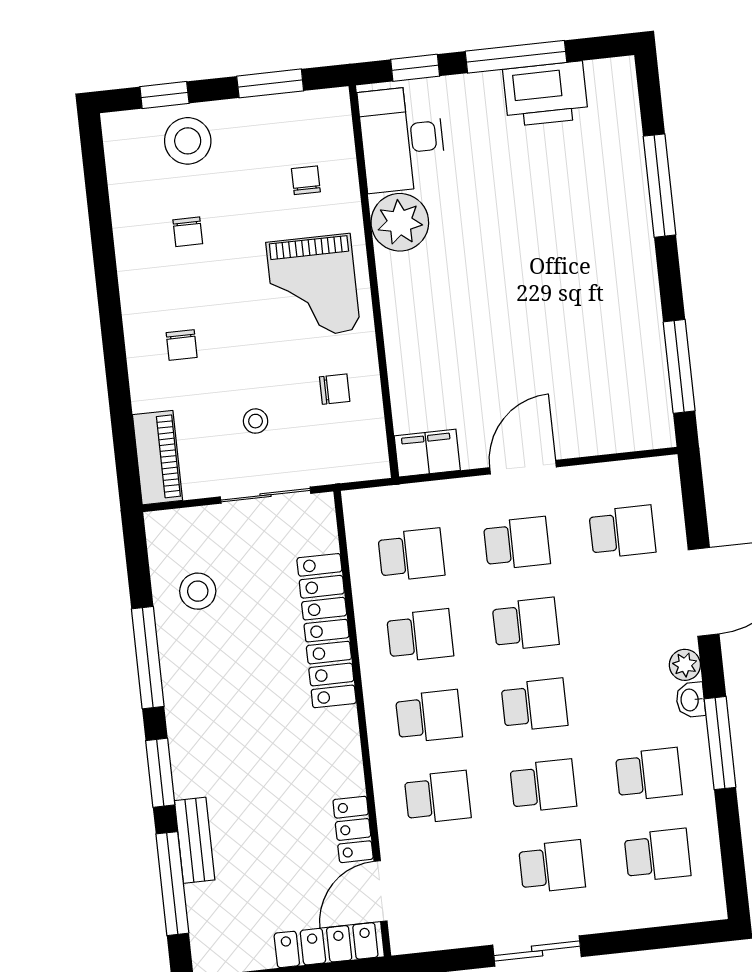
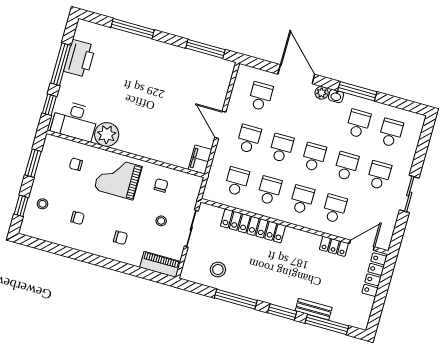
stool: (188, 141) -> (42, 204), width x0.53, depth x0.53
grand piano: (313, 286) -> (118, 178), turned 180
door: (381, 891) -> (362, 245), swing flipped

